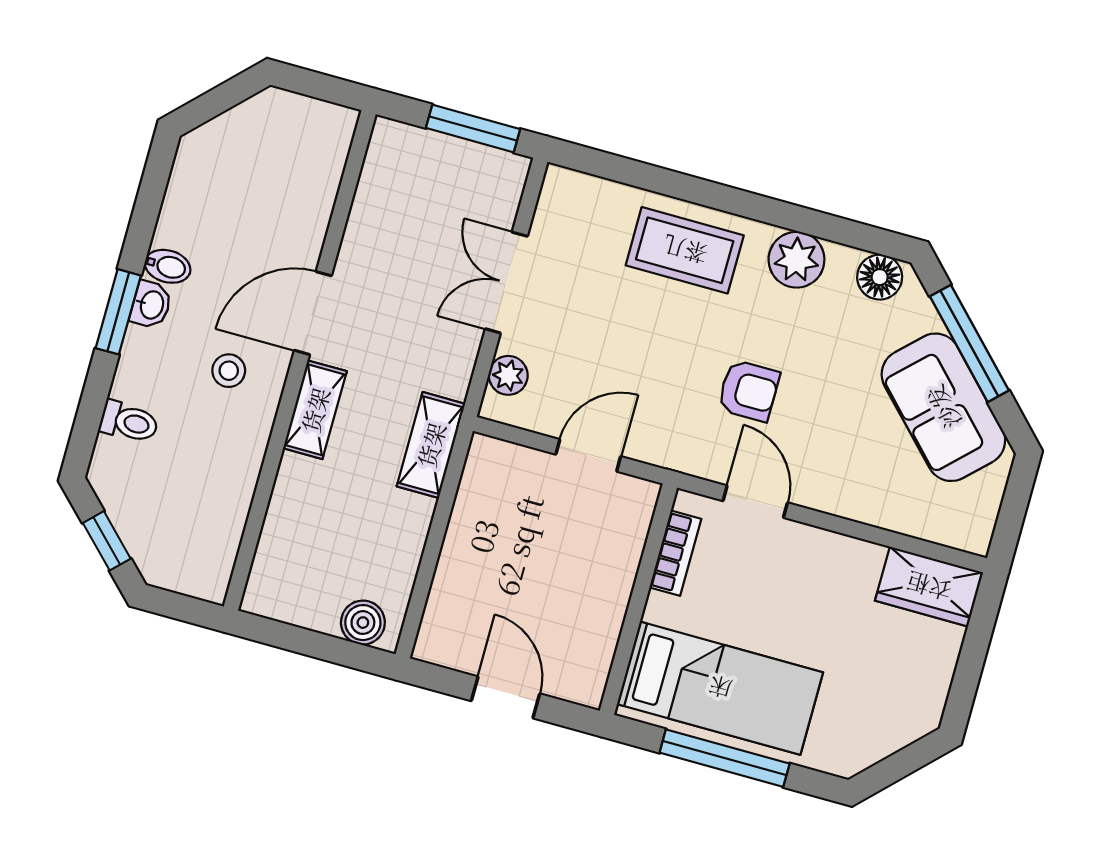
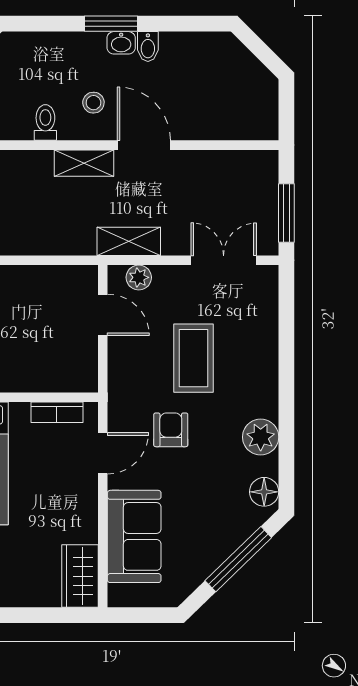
coffee table: (685, 250) -> (194, 358), moved
double door: (506, 283) -> (224, 260), moved
armchair: (749, 391) -> (171, 430), turned 180
sofa: (943, 407) -> (134, 536), moved, turned 134
toilet: (129, 422) -> (45, 123), moved, turned 180
shelving: (431, 445) -> (129, 241), moved
door: (588, 455) -> (103, 315), moved

